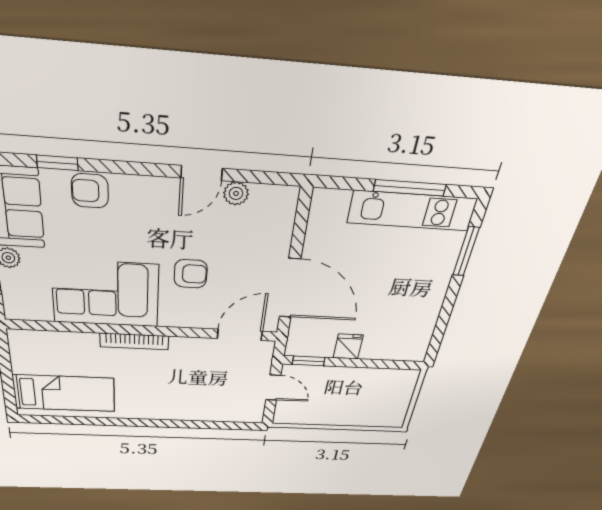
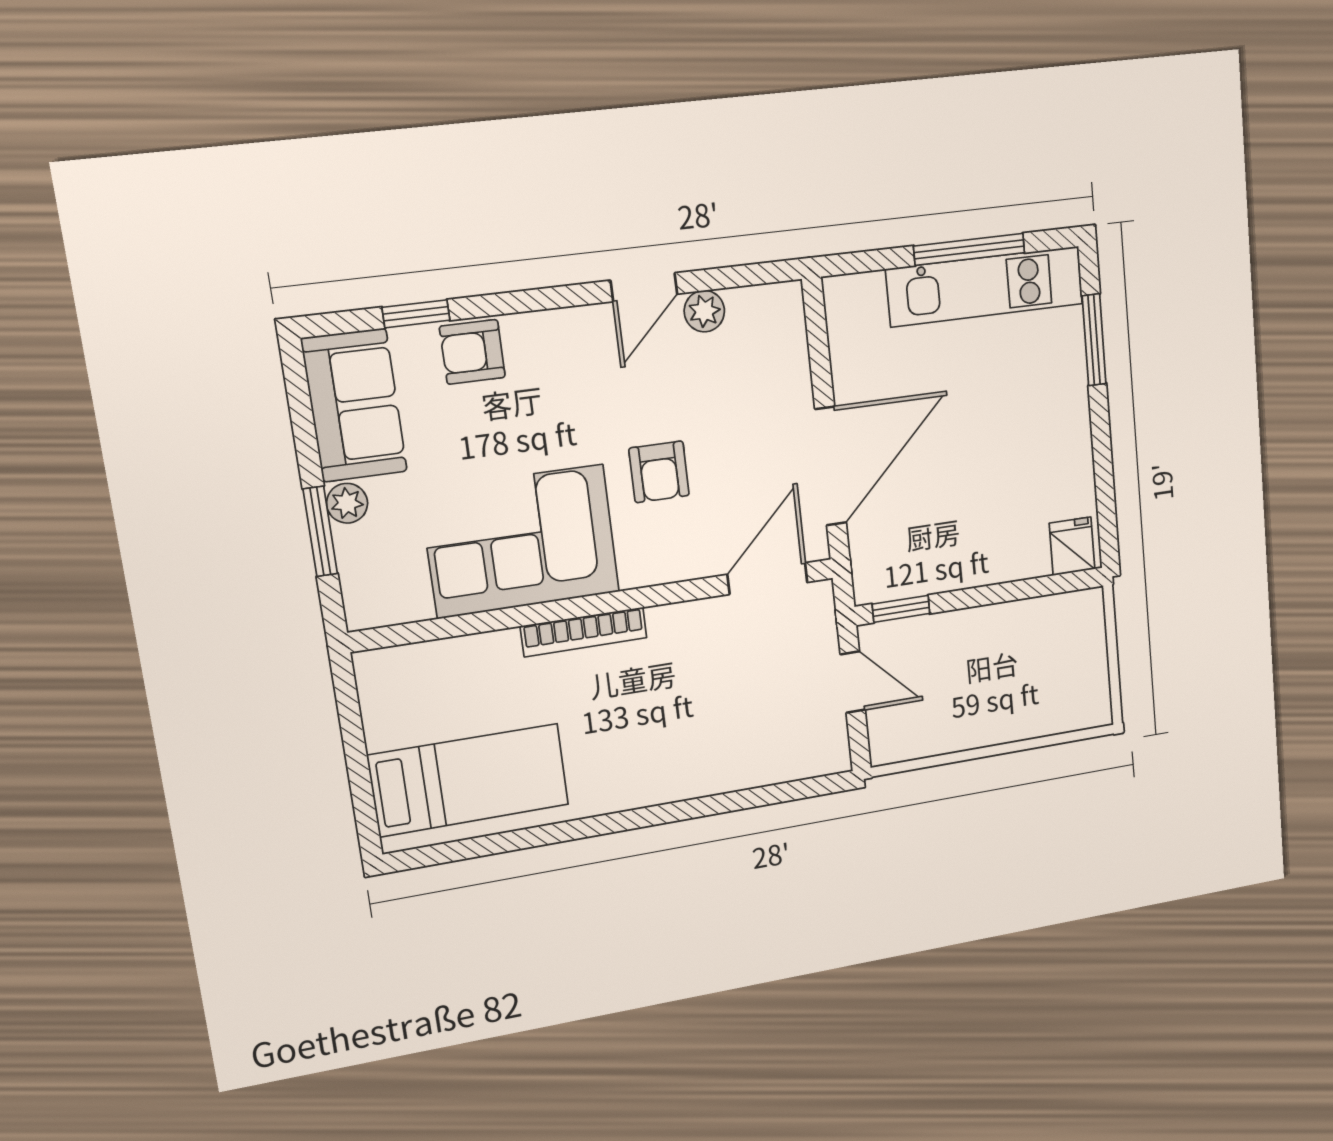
armchair: (191, 274) -> (659, 472), turned 90
door: (290, 288) -> (831, 466), hinge flipped
fridge: (348, 347) -> (1072, 546), moved

